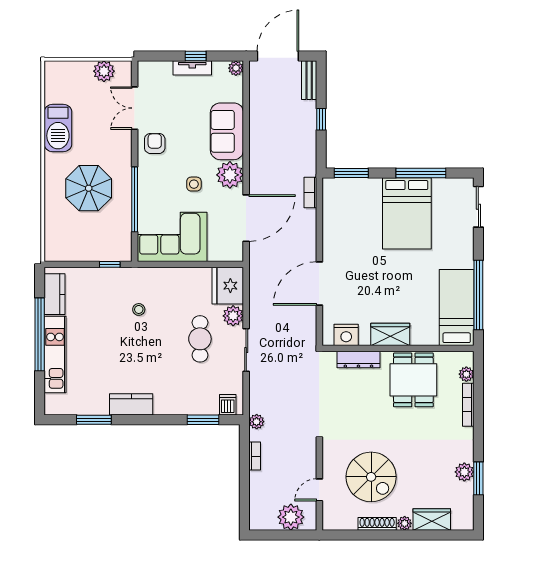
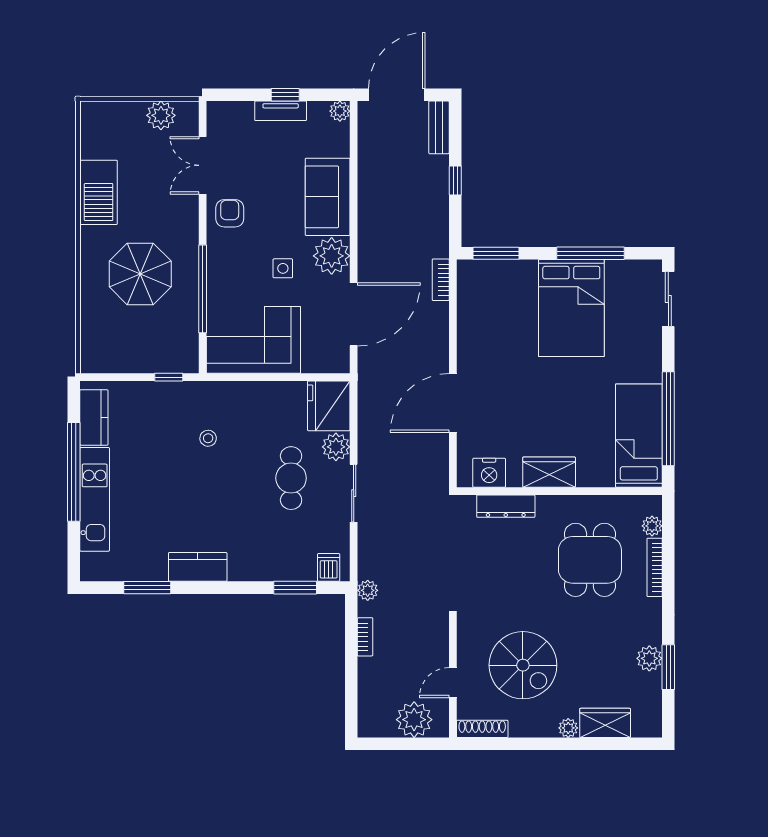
dining table: (413, 380) -> (590, 560), moved
shoe rack: (377, 524) -> (482, 729), moved

